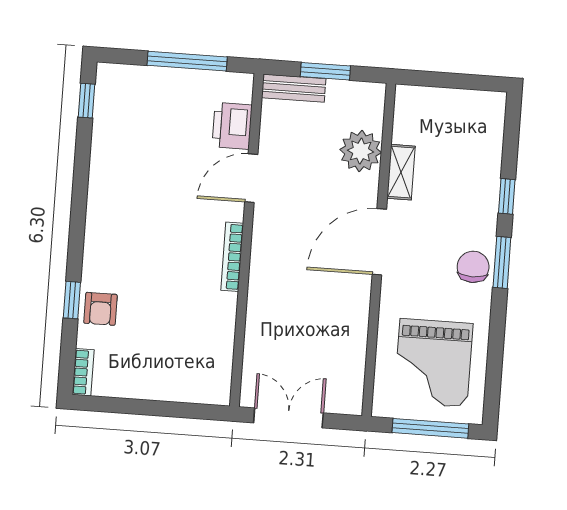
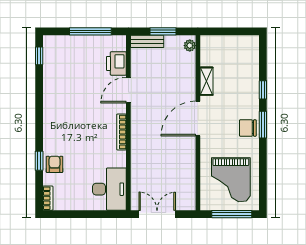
plant: (361, 151) -> (190, 46), moved, width x0.53, depth x0.53
chair: (473, 267) -> (248, 128), turned -90
armchair: (100, 309) -> (54, 164), turned 180
desk: (201, 364) -> (109, 189), added

